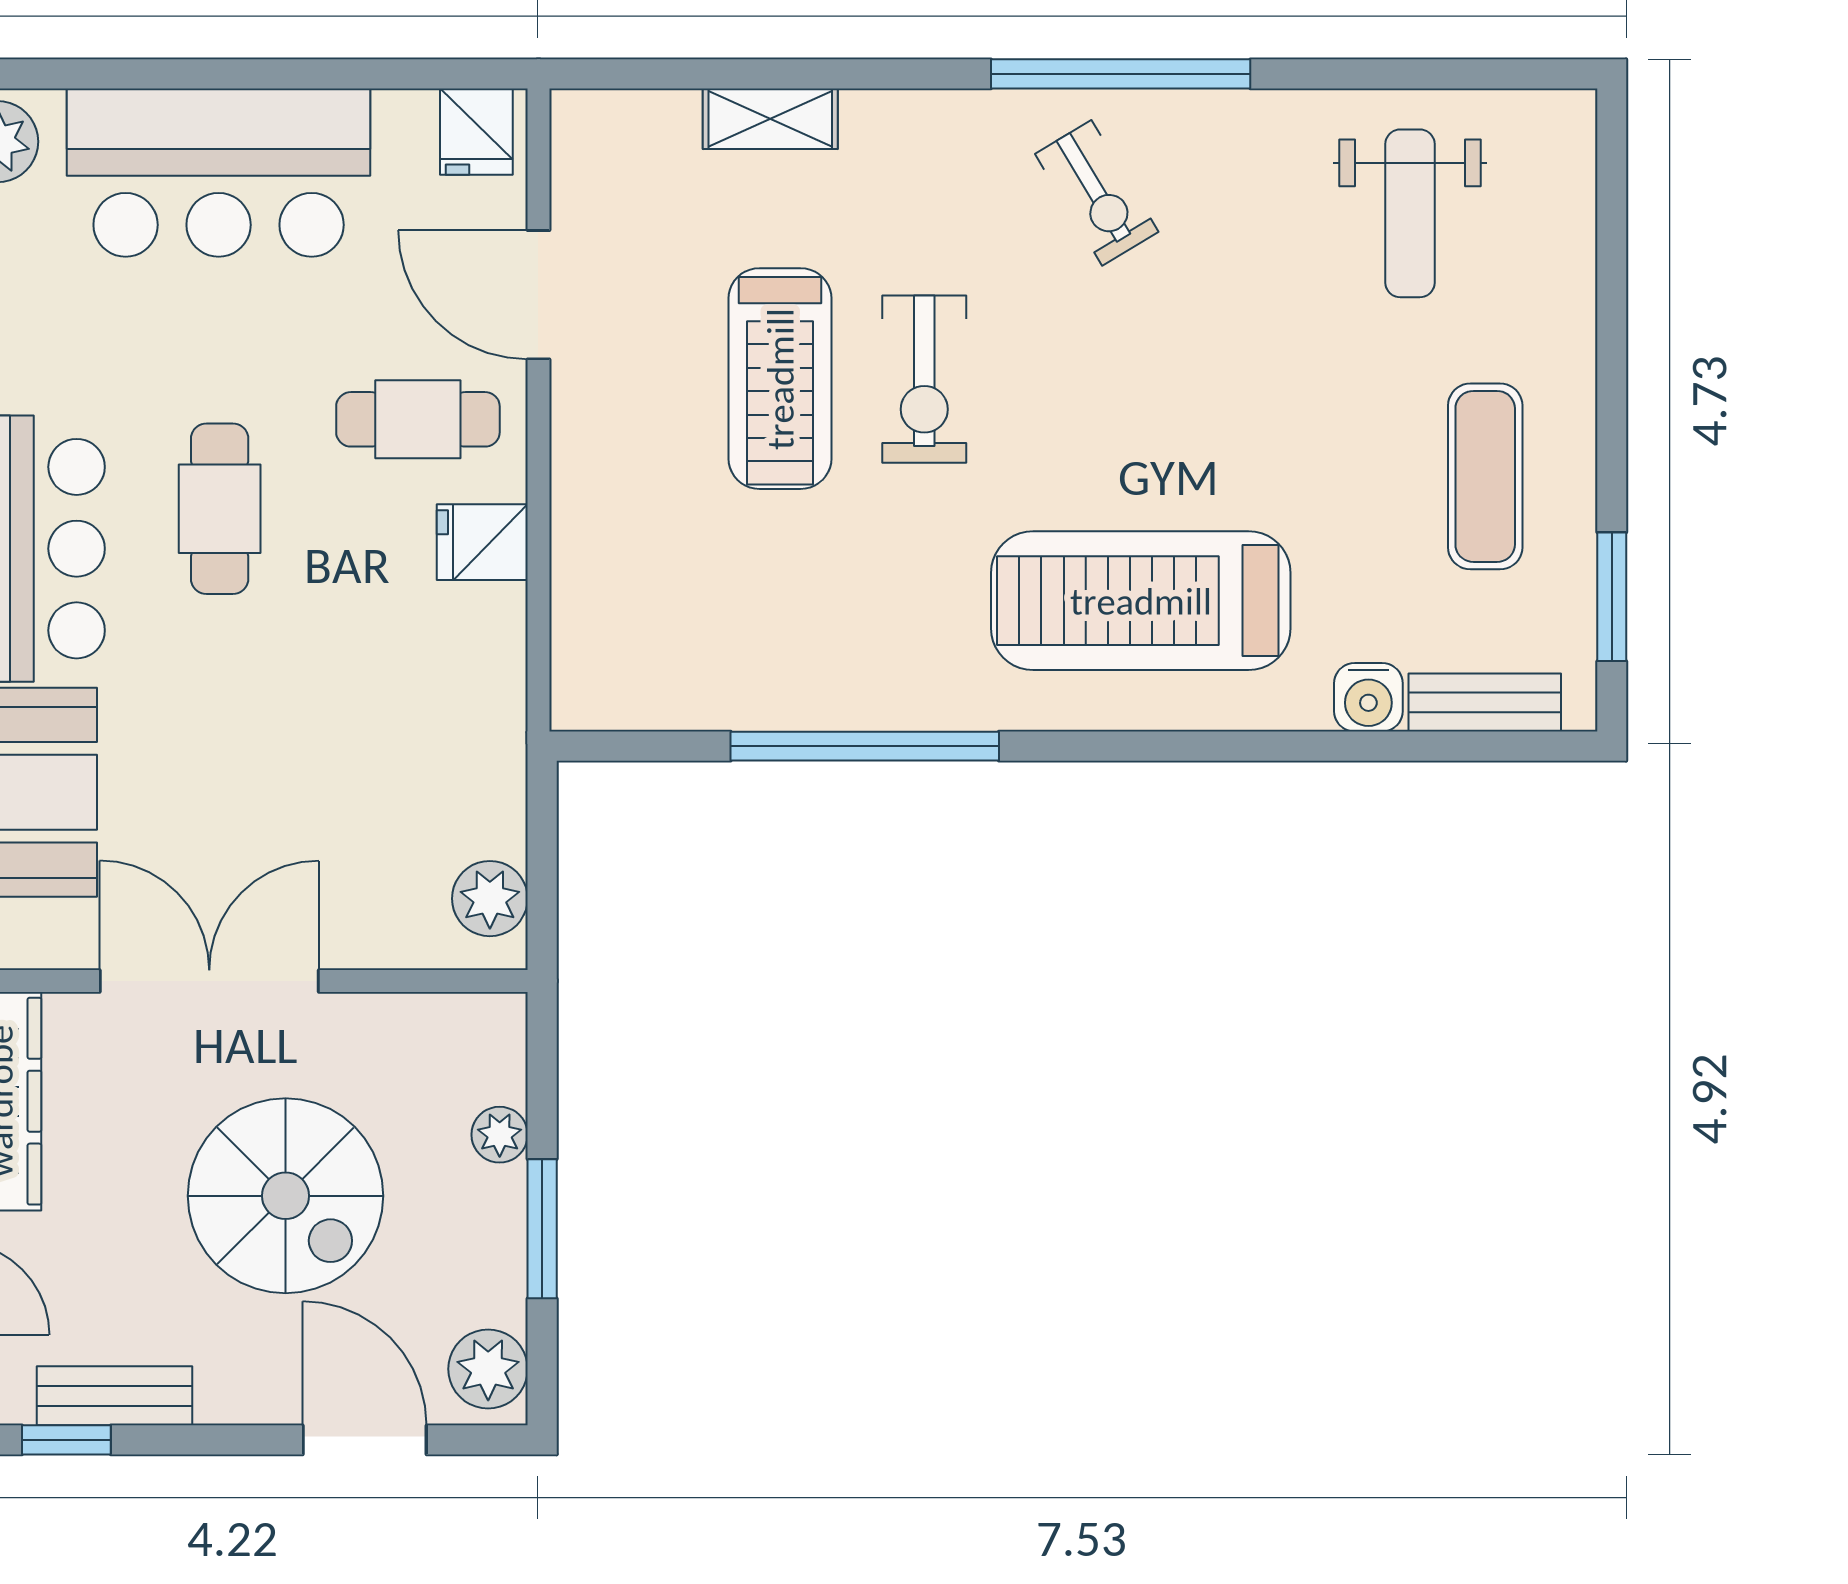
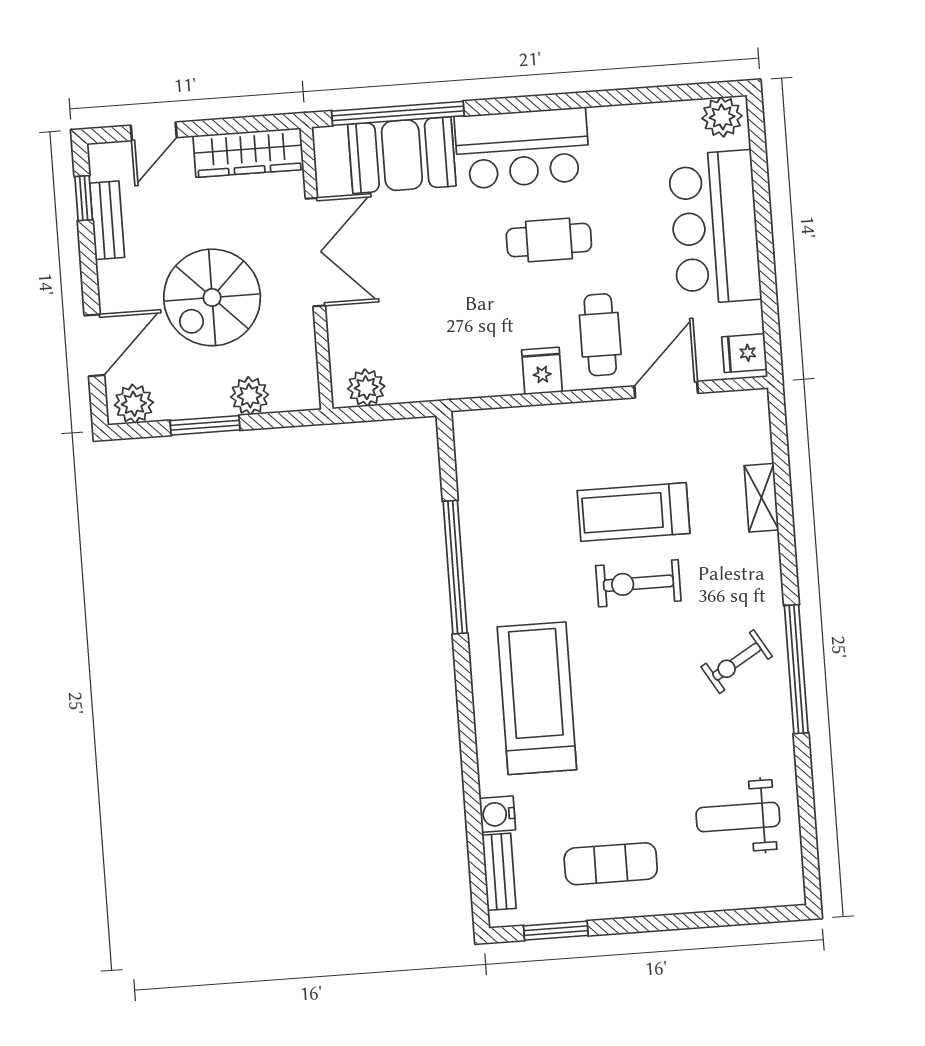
plant: (500, 1135) -> (250, 396), width x1.38, depth x1.38

